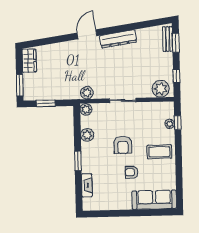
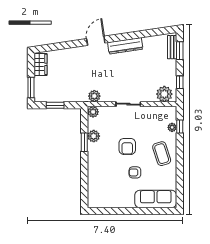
coffee table: (159, 152) -> (162, 154), turned 72
window: (78, 161) -> (84, 142), moved
fireplace: (87, 185) -> (92, 184), removed

